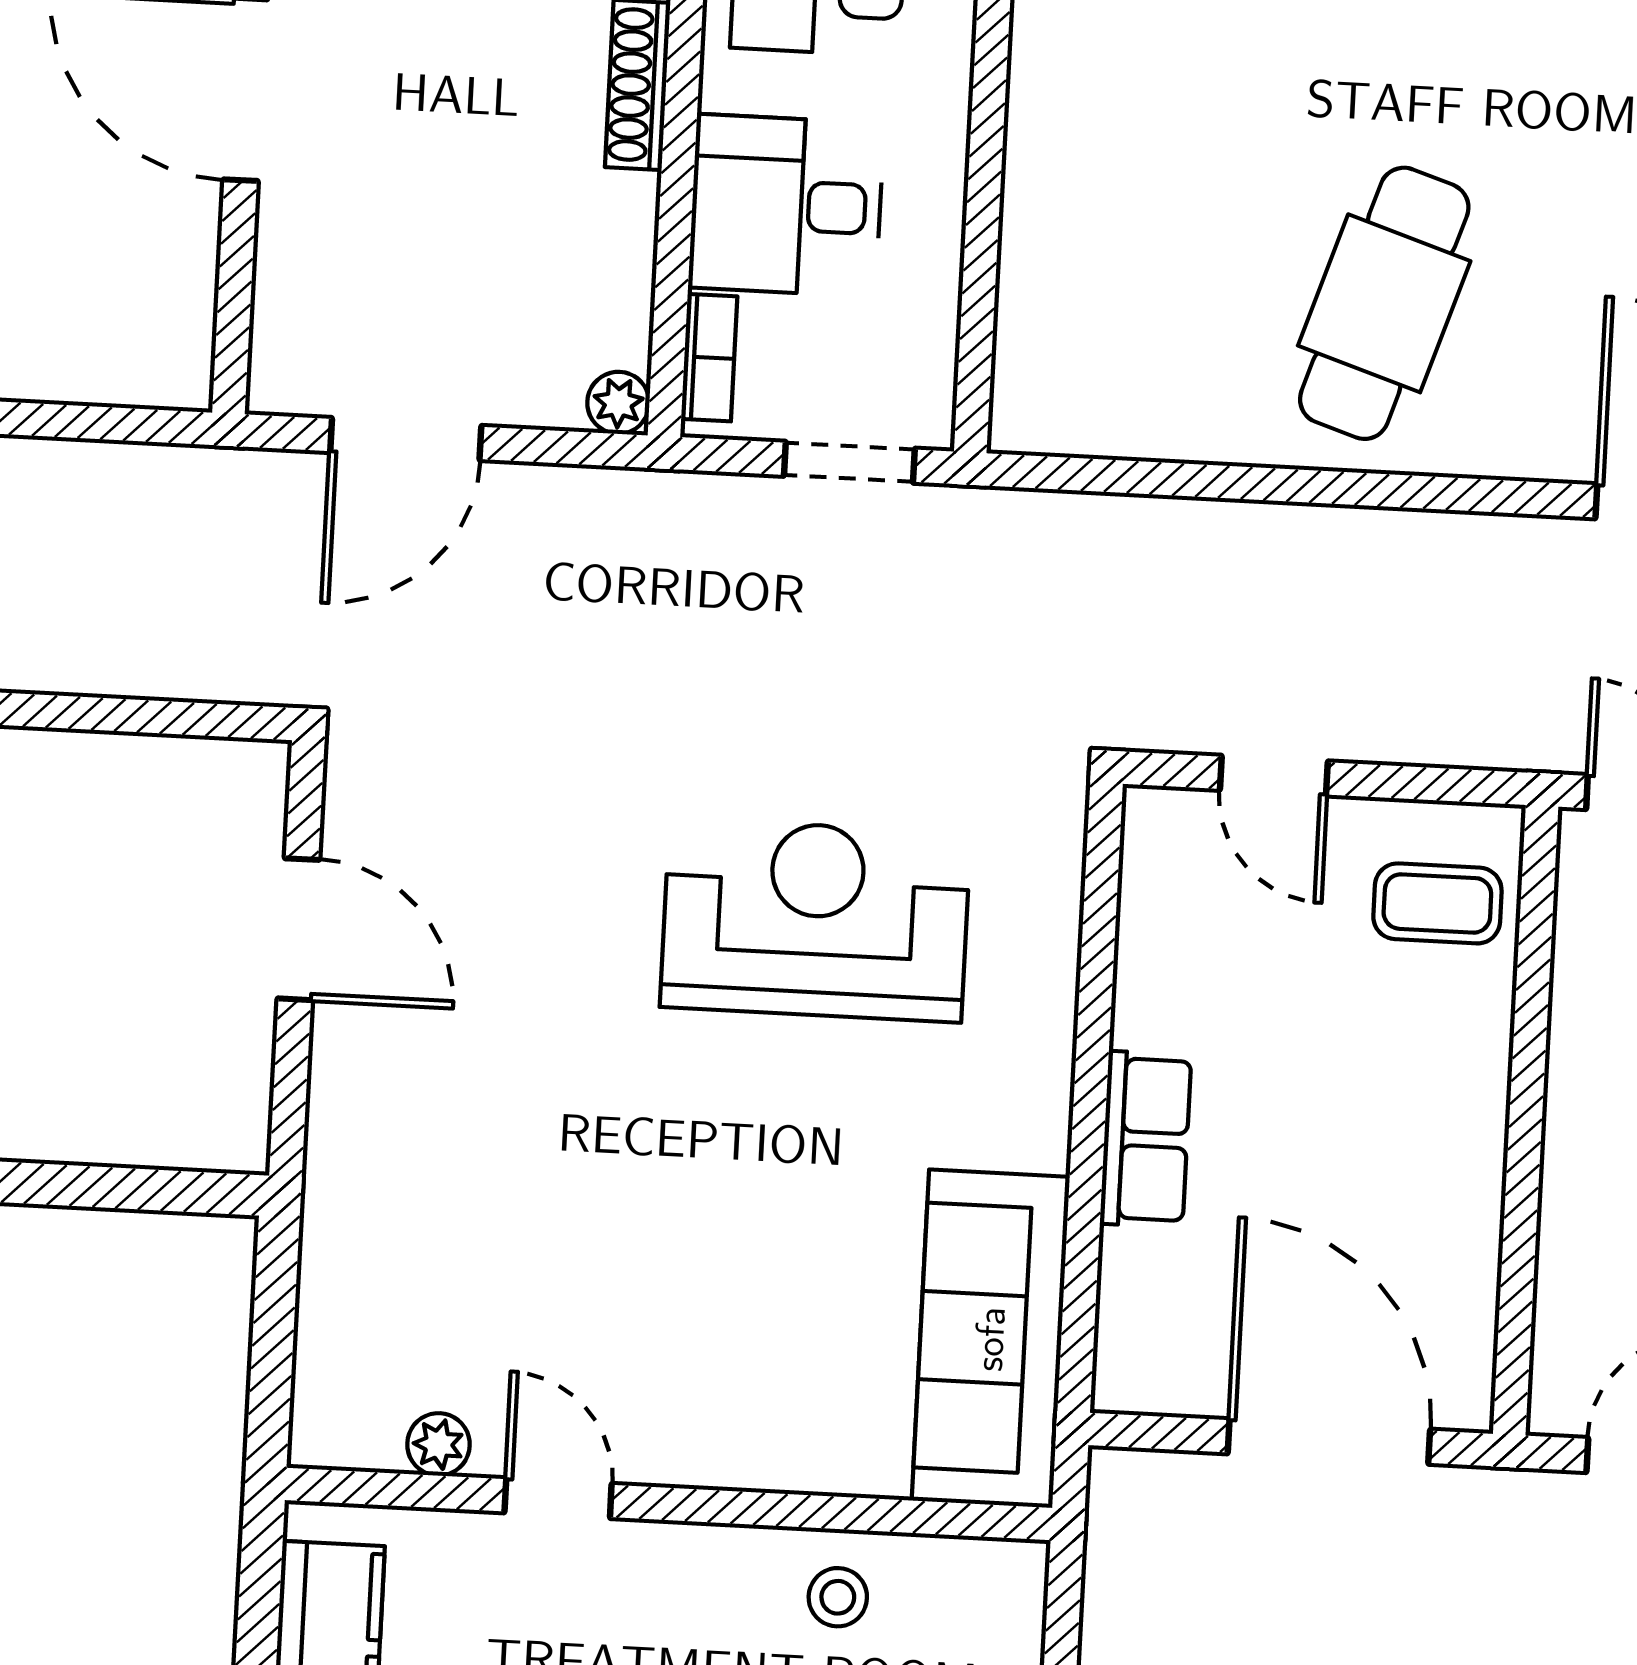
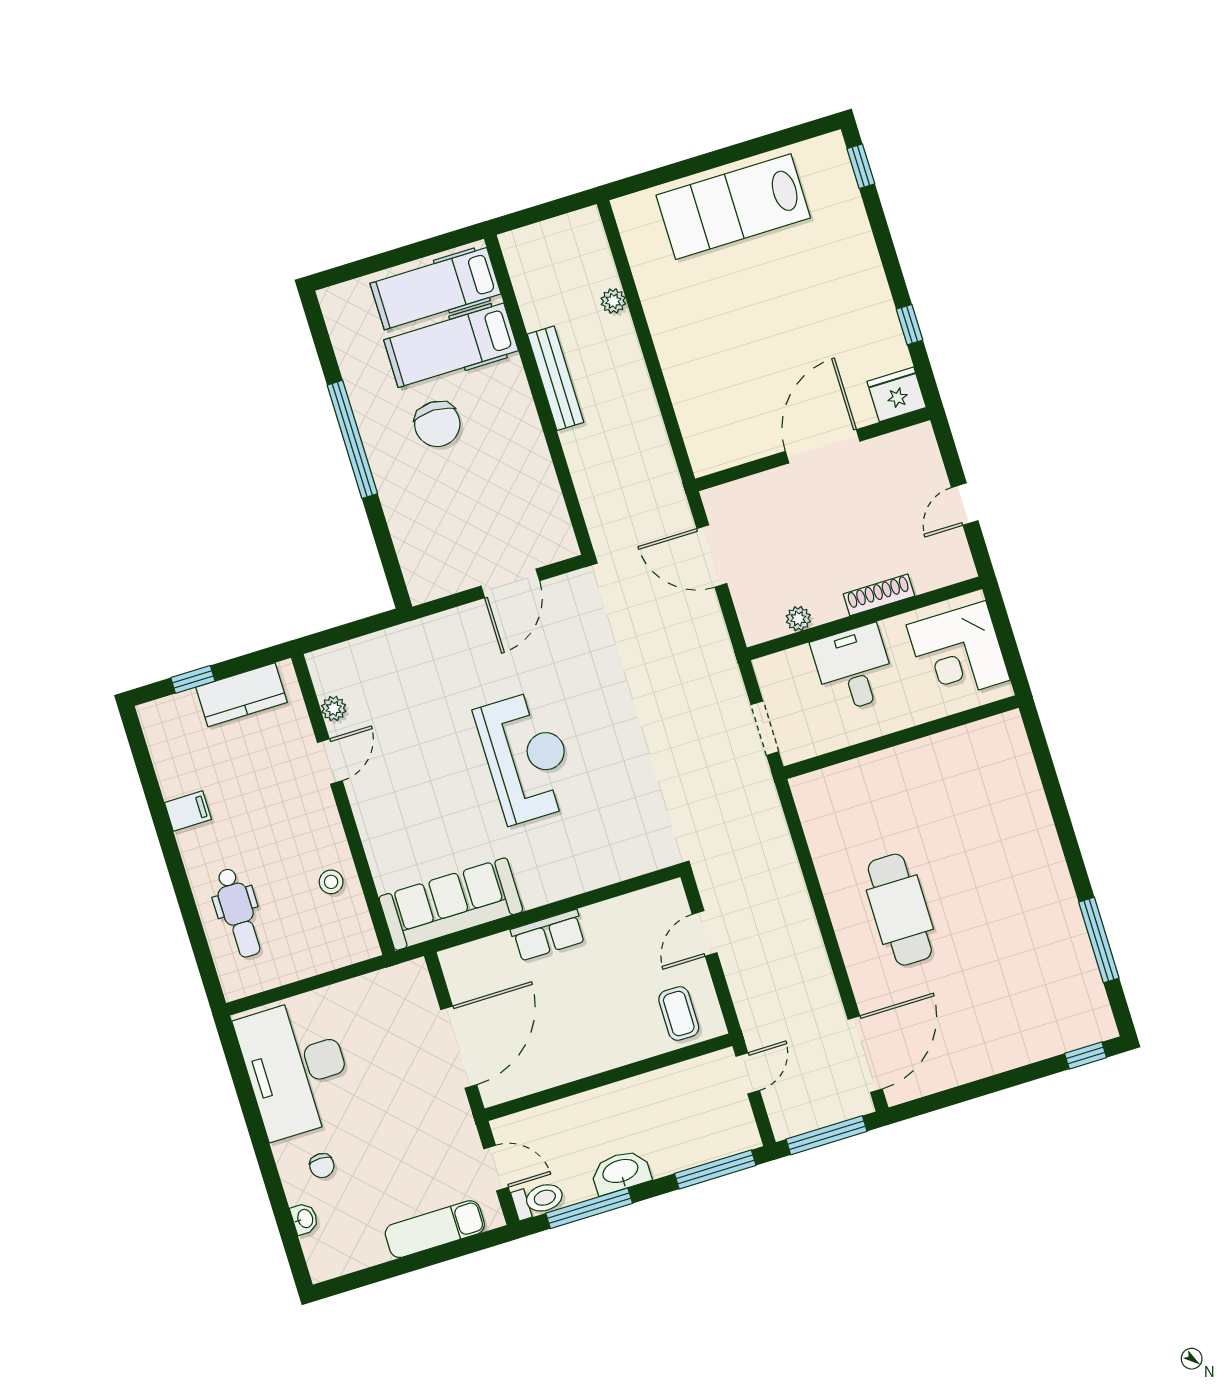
cafe table: (1384, 303) -> (900, 910), turned 72
bookcase: (709, 358) -> (785, 660), removed
plant: (618, 403) -> (798, 619), moved
reception desk: (815, 920) -> (527, 757), moved

